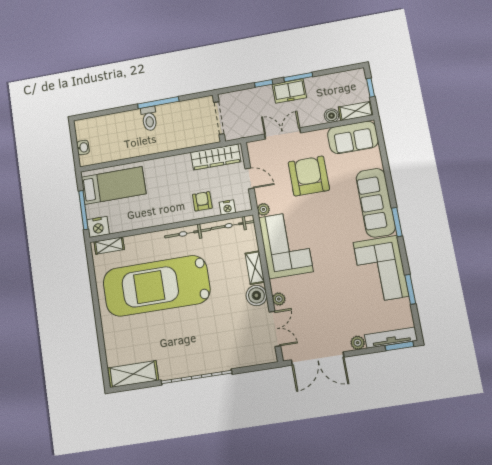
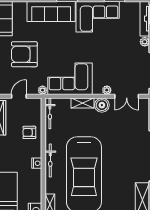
nightstand: (227, 207) -> (37, 163), moved
bicycle: (188, 233) -> (50, 160), moved
double door: (275, 329) -> (127, 96), swing flipped

